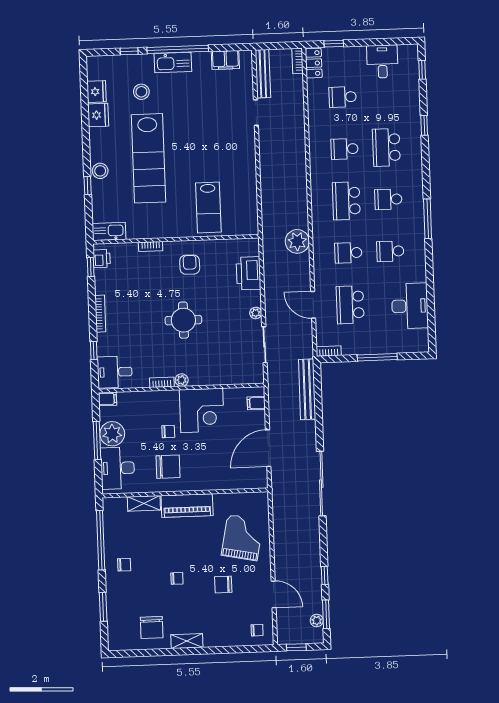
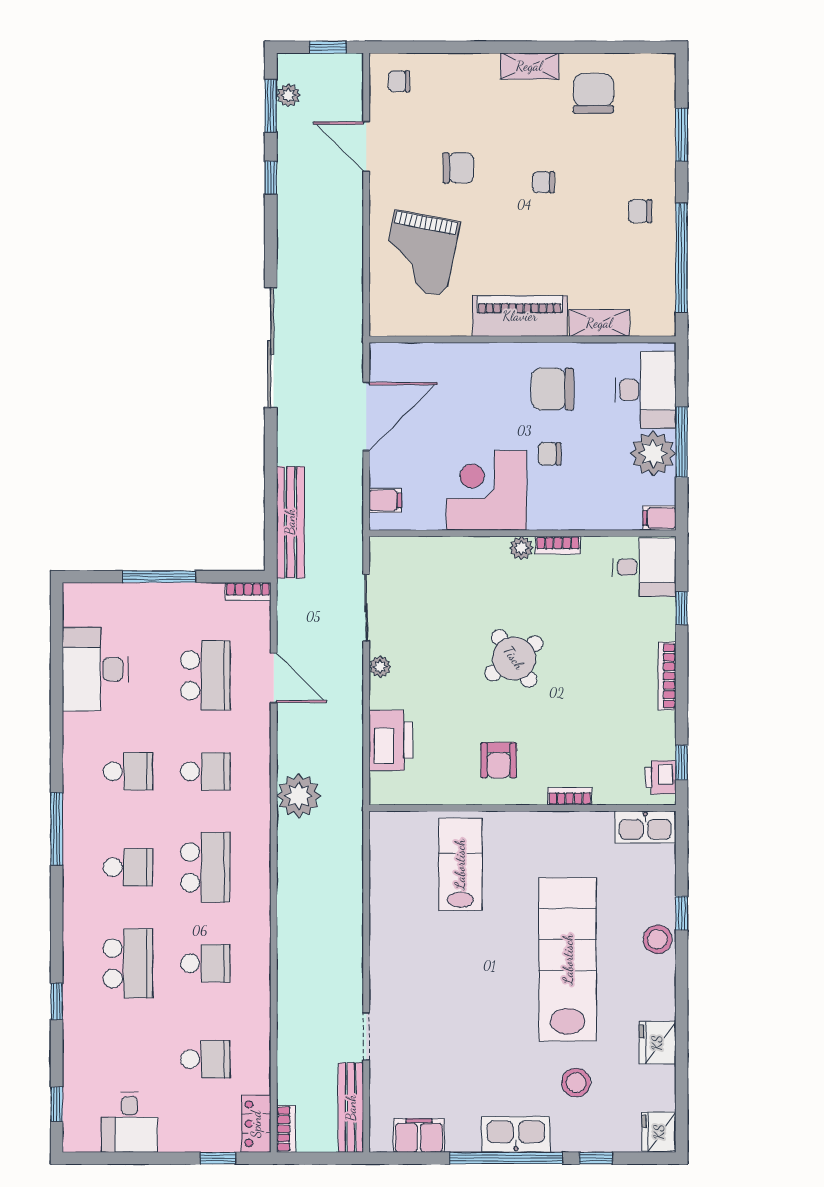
fridge: (97, 92) -> (659, 1132), moved
round table: (183, 320) -> (514, 658), turned -35

